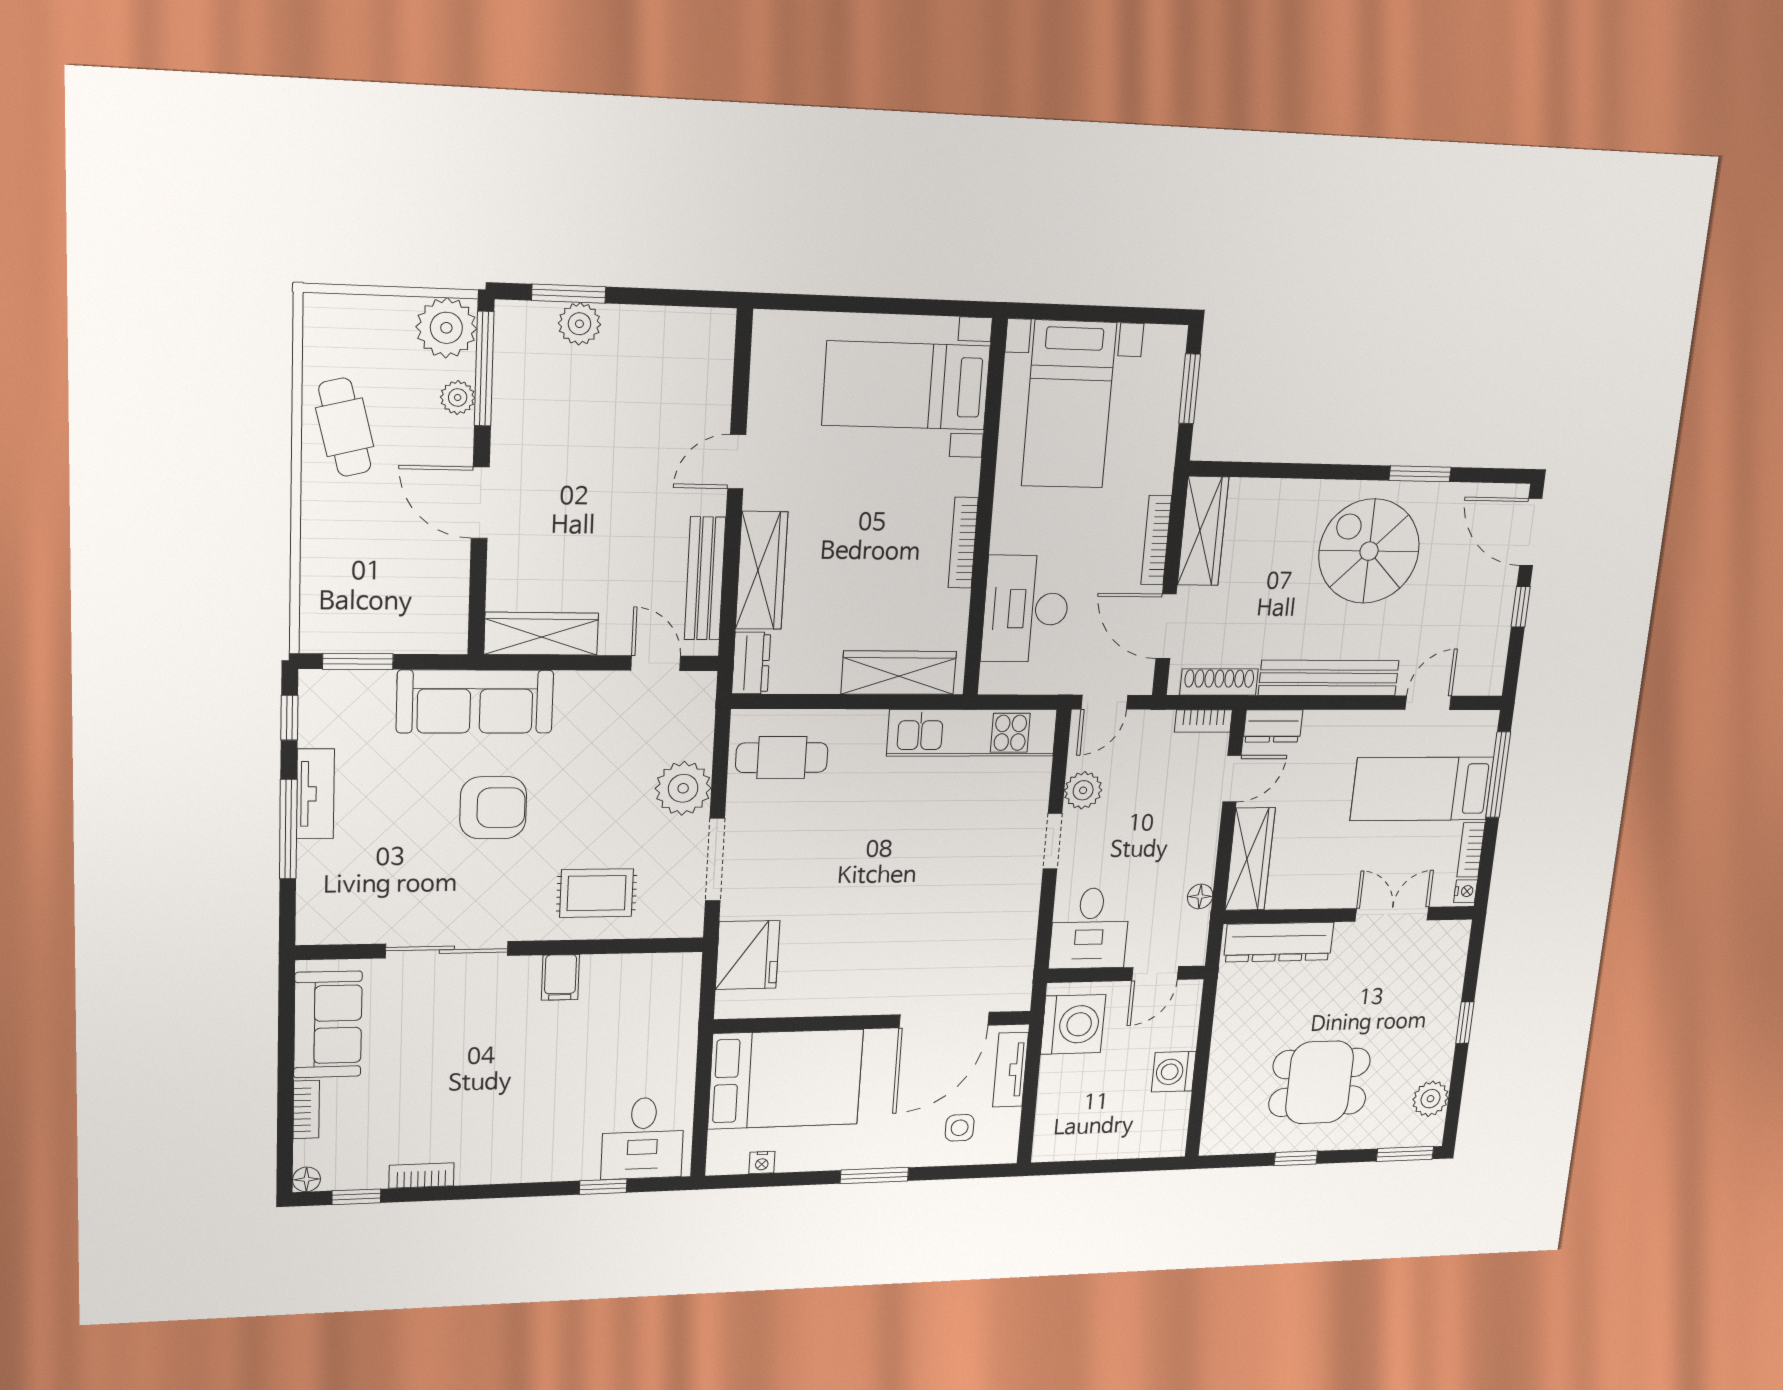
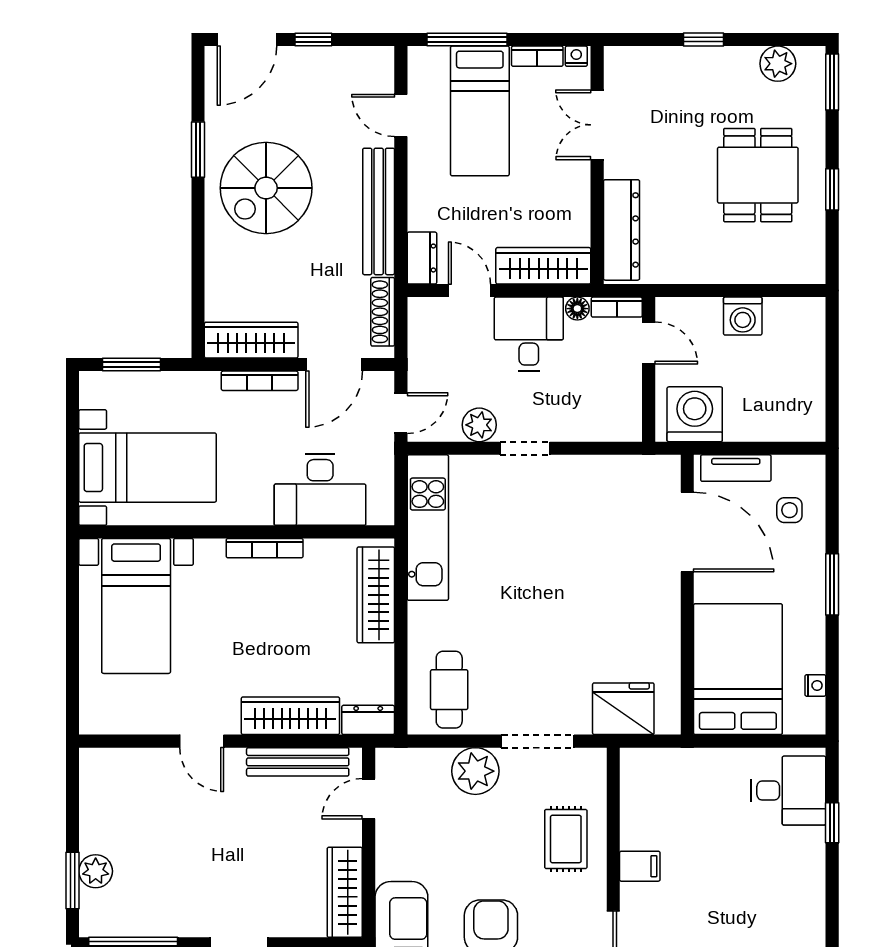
door: (1104, 702) -> (401, 413), hinge flipped
bookcase: (1203, 721) -> (617, 307), moved, turned 90
desk: (1090, 928) -> (529, 334), moved, turned -90

